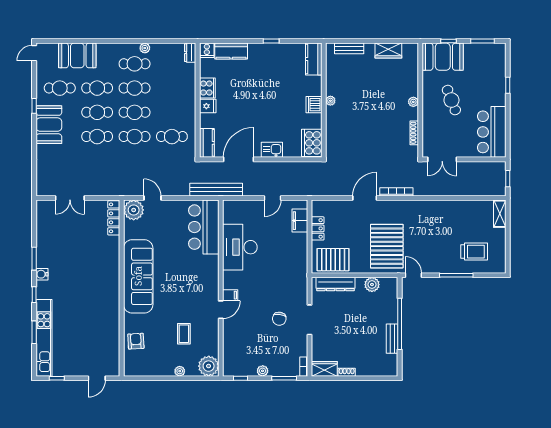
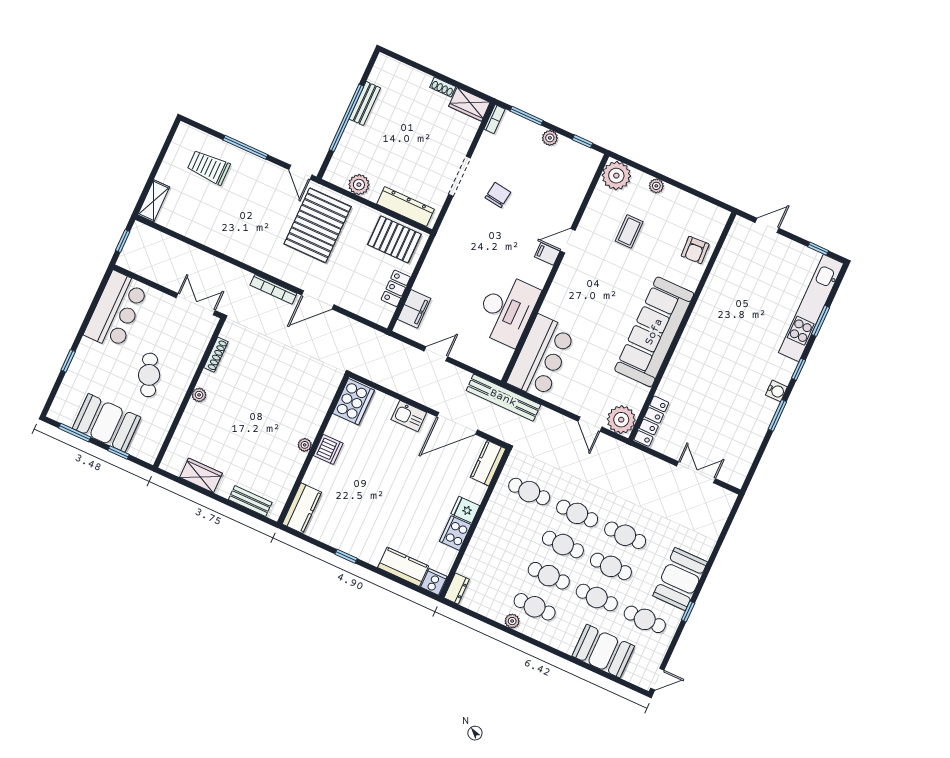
booth: (443, 57) -> (107, 423), moved

